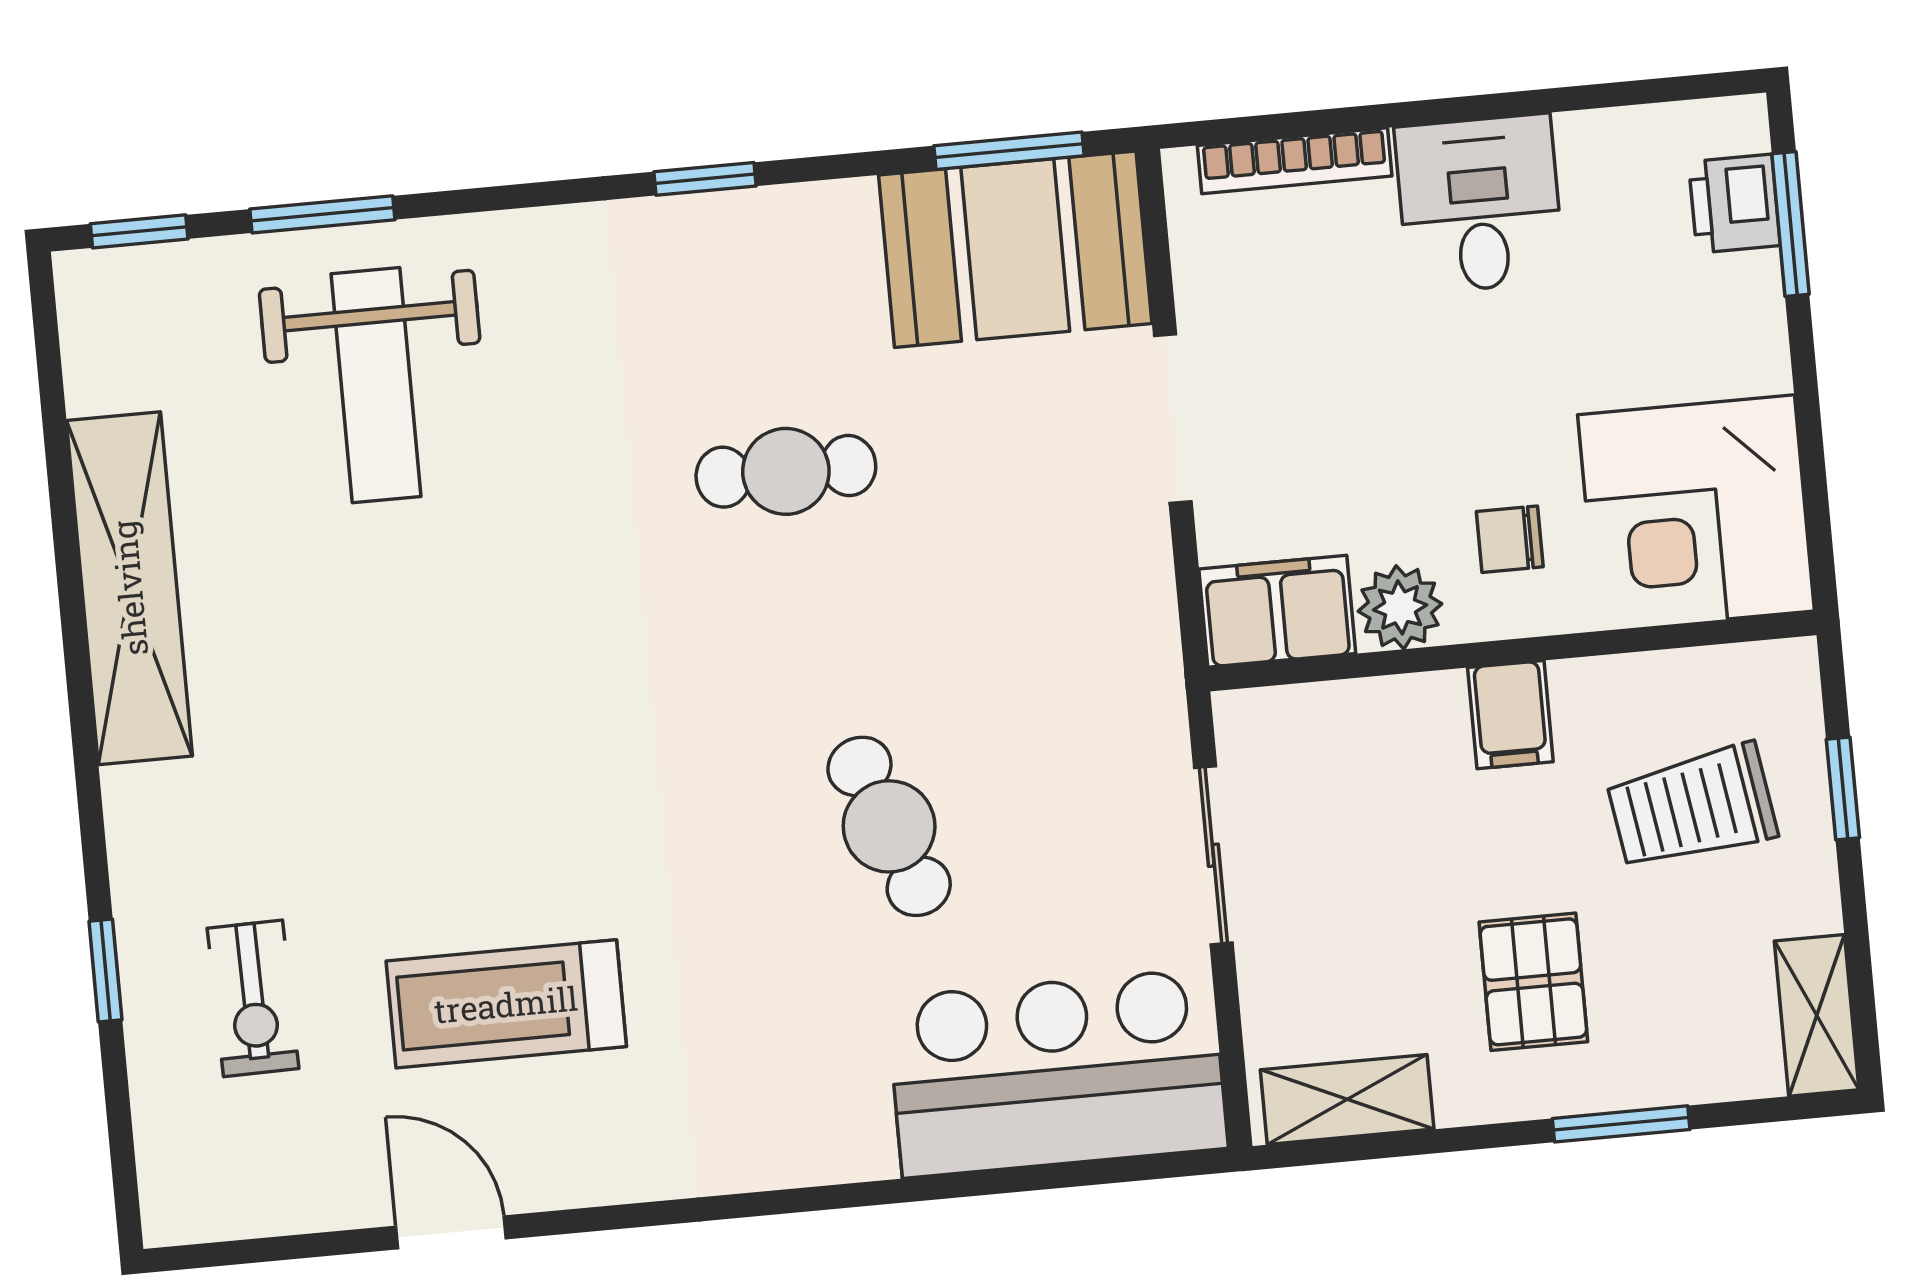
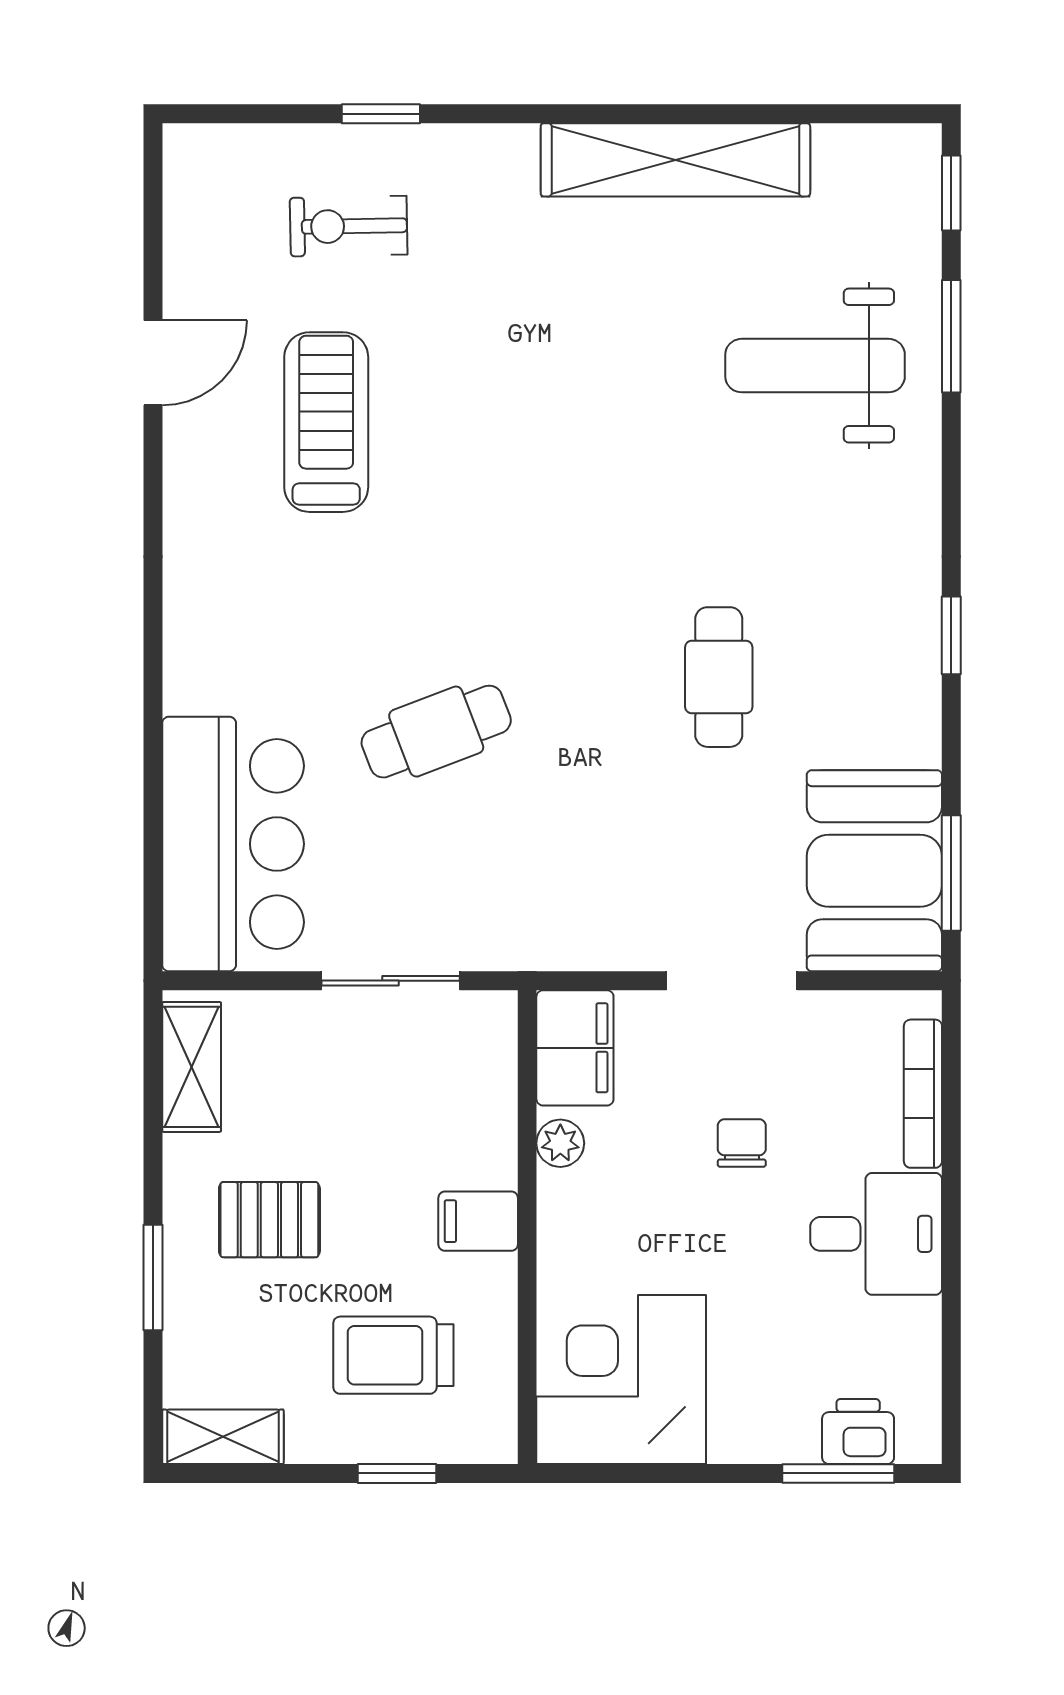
chair: (1510, 539) -> (742, 1143), moved
plant: (1400, 607) -> (560, 1143), width x0.73, depth x0.73
trolley: (1692, 807) -> (393, 1355), turned -81

